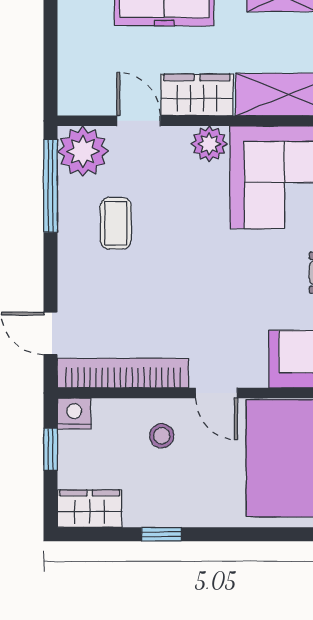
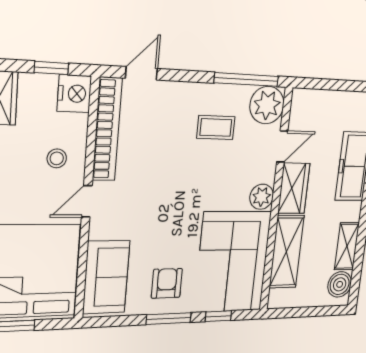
nightstand: (74, 414) -> (74, 94), width x1.36, depth x1.33

